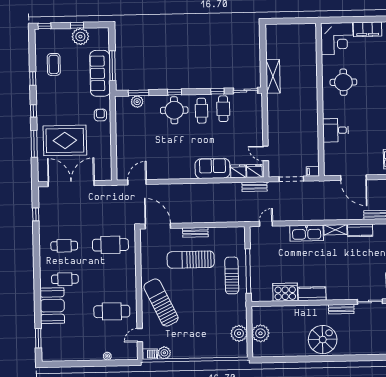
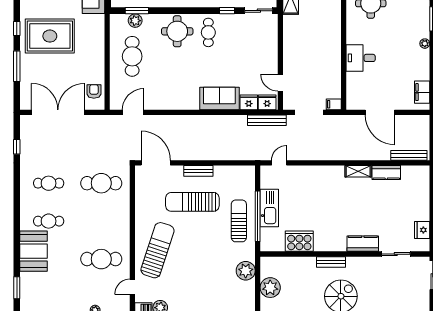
window: (175, 92) -> (178, 11), removed
cafe table: (223, 109) -> (132, 56), moved, width x1.37, depth x1.35
armchair: (100, 115) -> (94, 91), moved
rug: (65, 140) -> (50, 36), moved
bench: (254, 187) -> (267, 120), width x1.36
kitchen sink: (307, 233) -> (269, 208), moved, turned -90
kitchen counter: (312, 294) -> (363, 244), moved
sun lounger: (161, 303) -> (158, 250), turned 44
bench: (341, 309) -> (331, 262), moved
plant: (239, 333) -> (246, 271), moved

